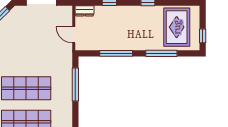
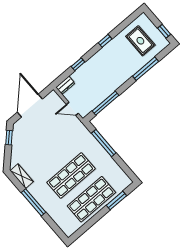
rug: (177, 27) -> (140, 41), width x0.73, depth x0.70
window: (116, 53) -> (105, 103), moved

